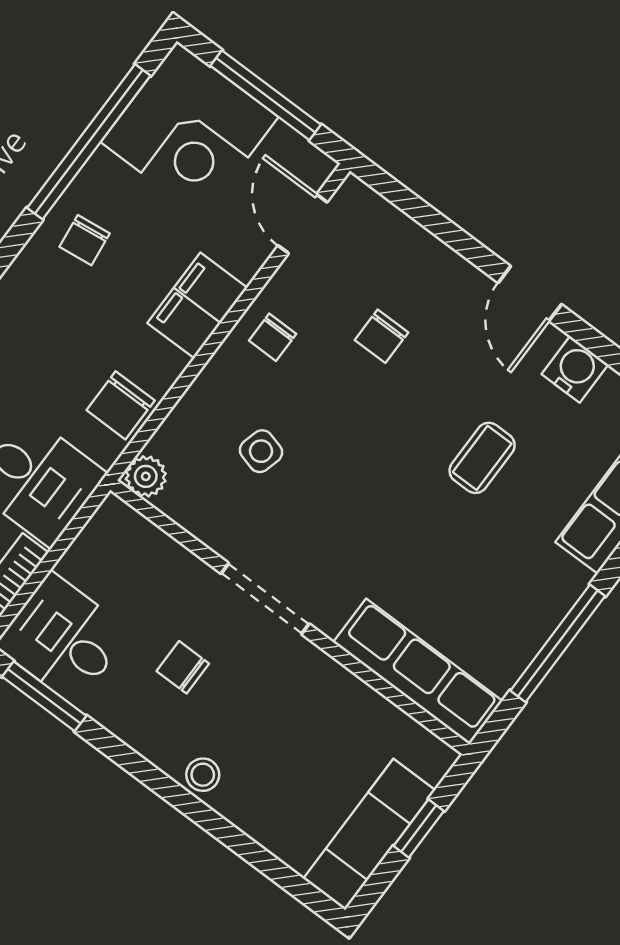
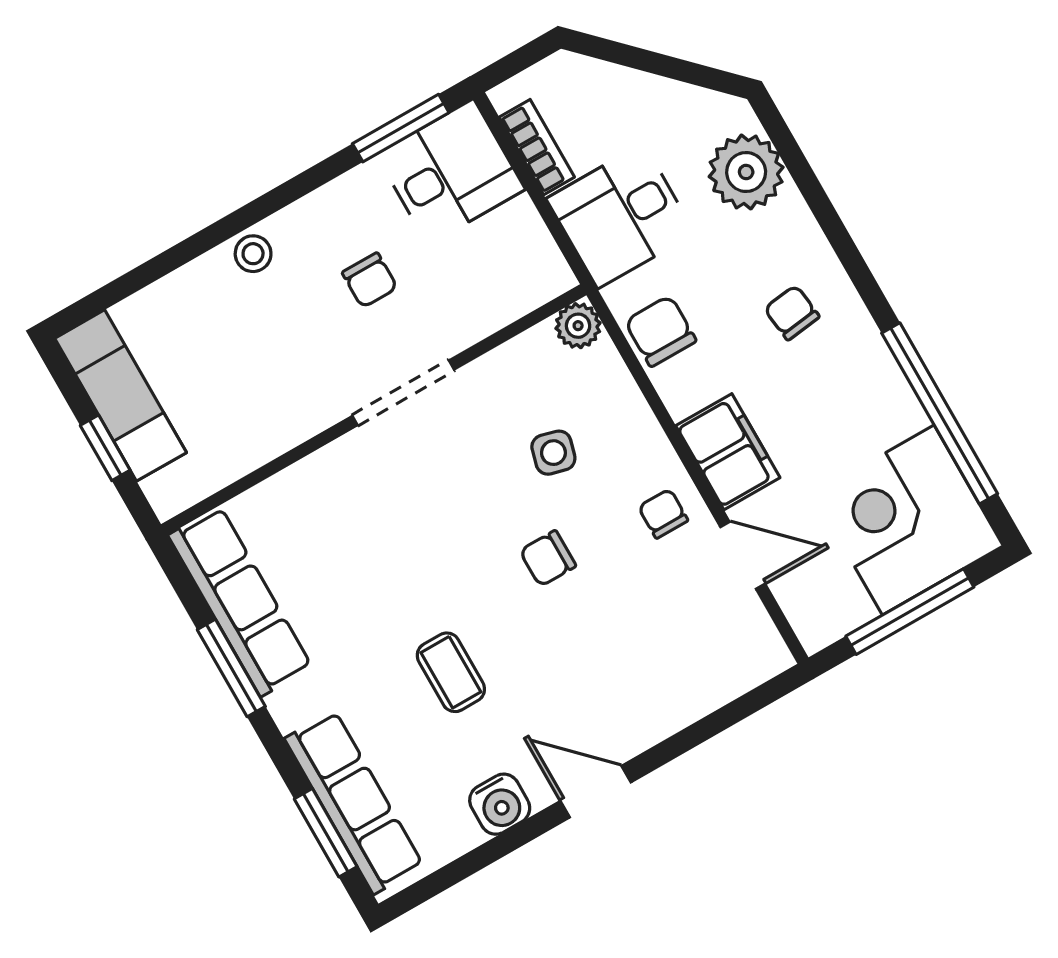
door: (303, 224) -> (743, 555), moved
chair: (85, 240) -> (792, 313), moved
chair: (382, 336) -> (548, 558), moved, turned -90
window: (558, 643) -> (231, 668), width x0.69
chair: (183, 667) -> (370, 280), turned 90
row of seats: (418, 672) -> (240, 601), moved, turned -90

